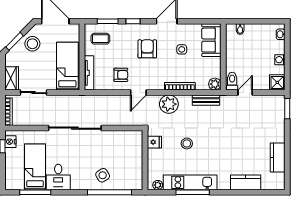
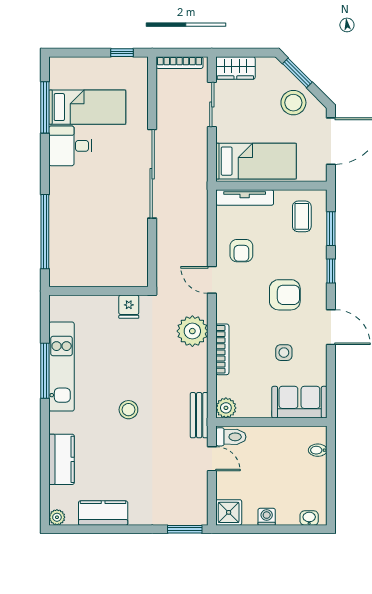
bench: (206, 100) -> (199, 415), moved
nightstand: (10, 142) -> (130, 66), removed
stool: (187, 143) -> (128, 410), moved
side table: (103, 175) -> (73, 220), removed
plant: (158, 185) -> (57, 517), moved

